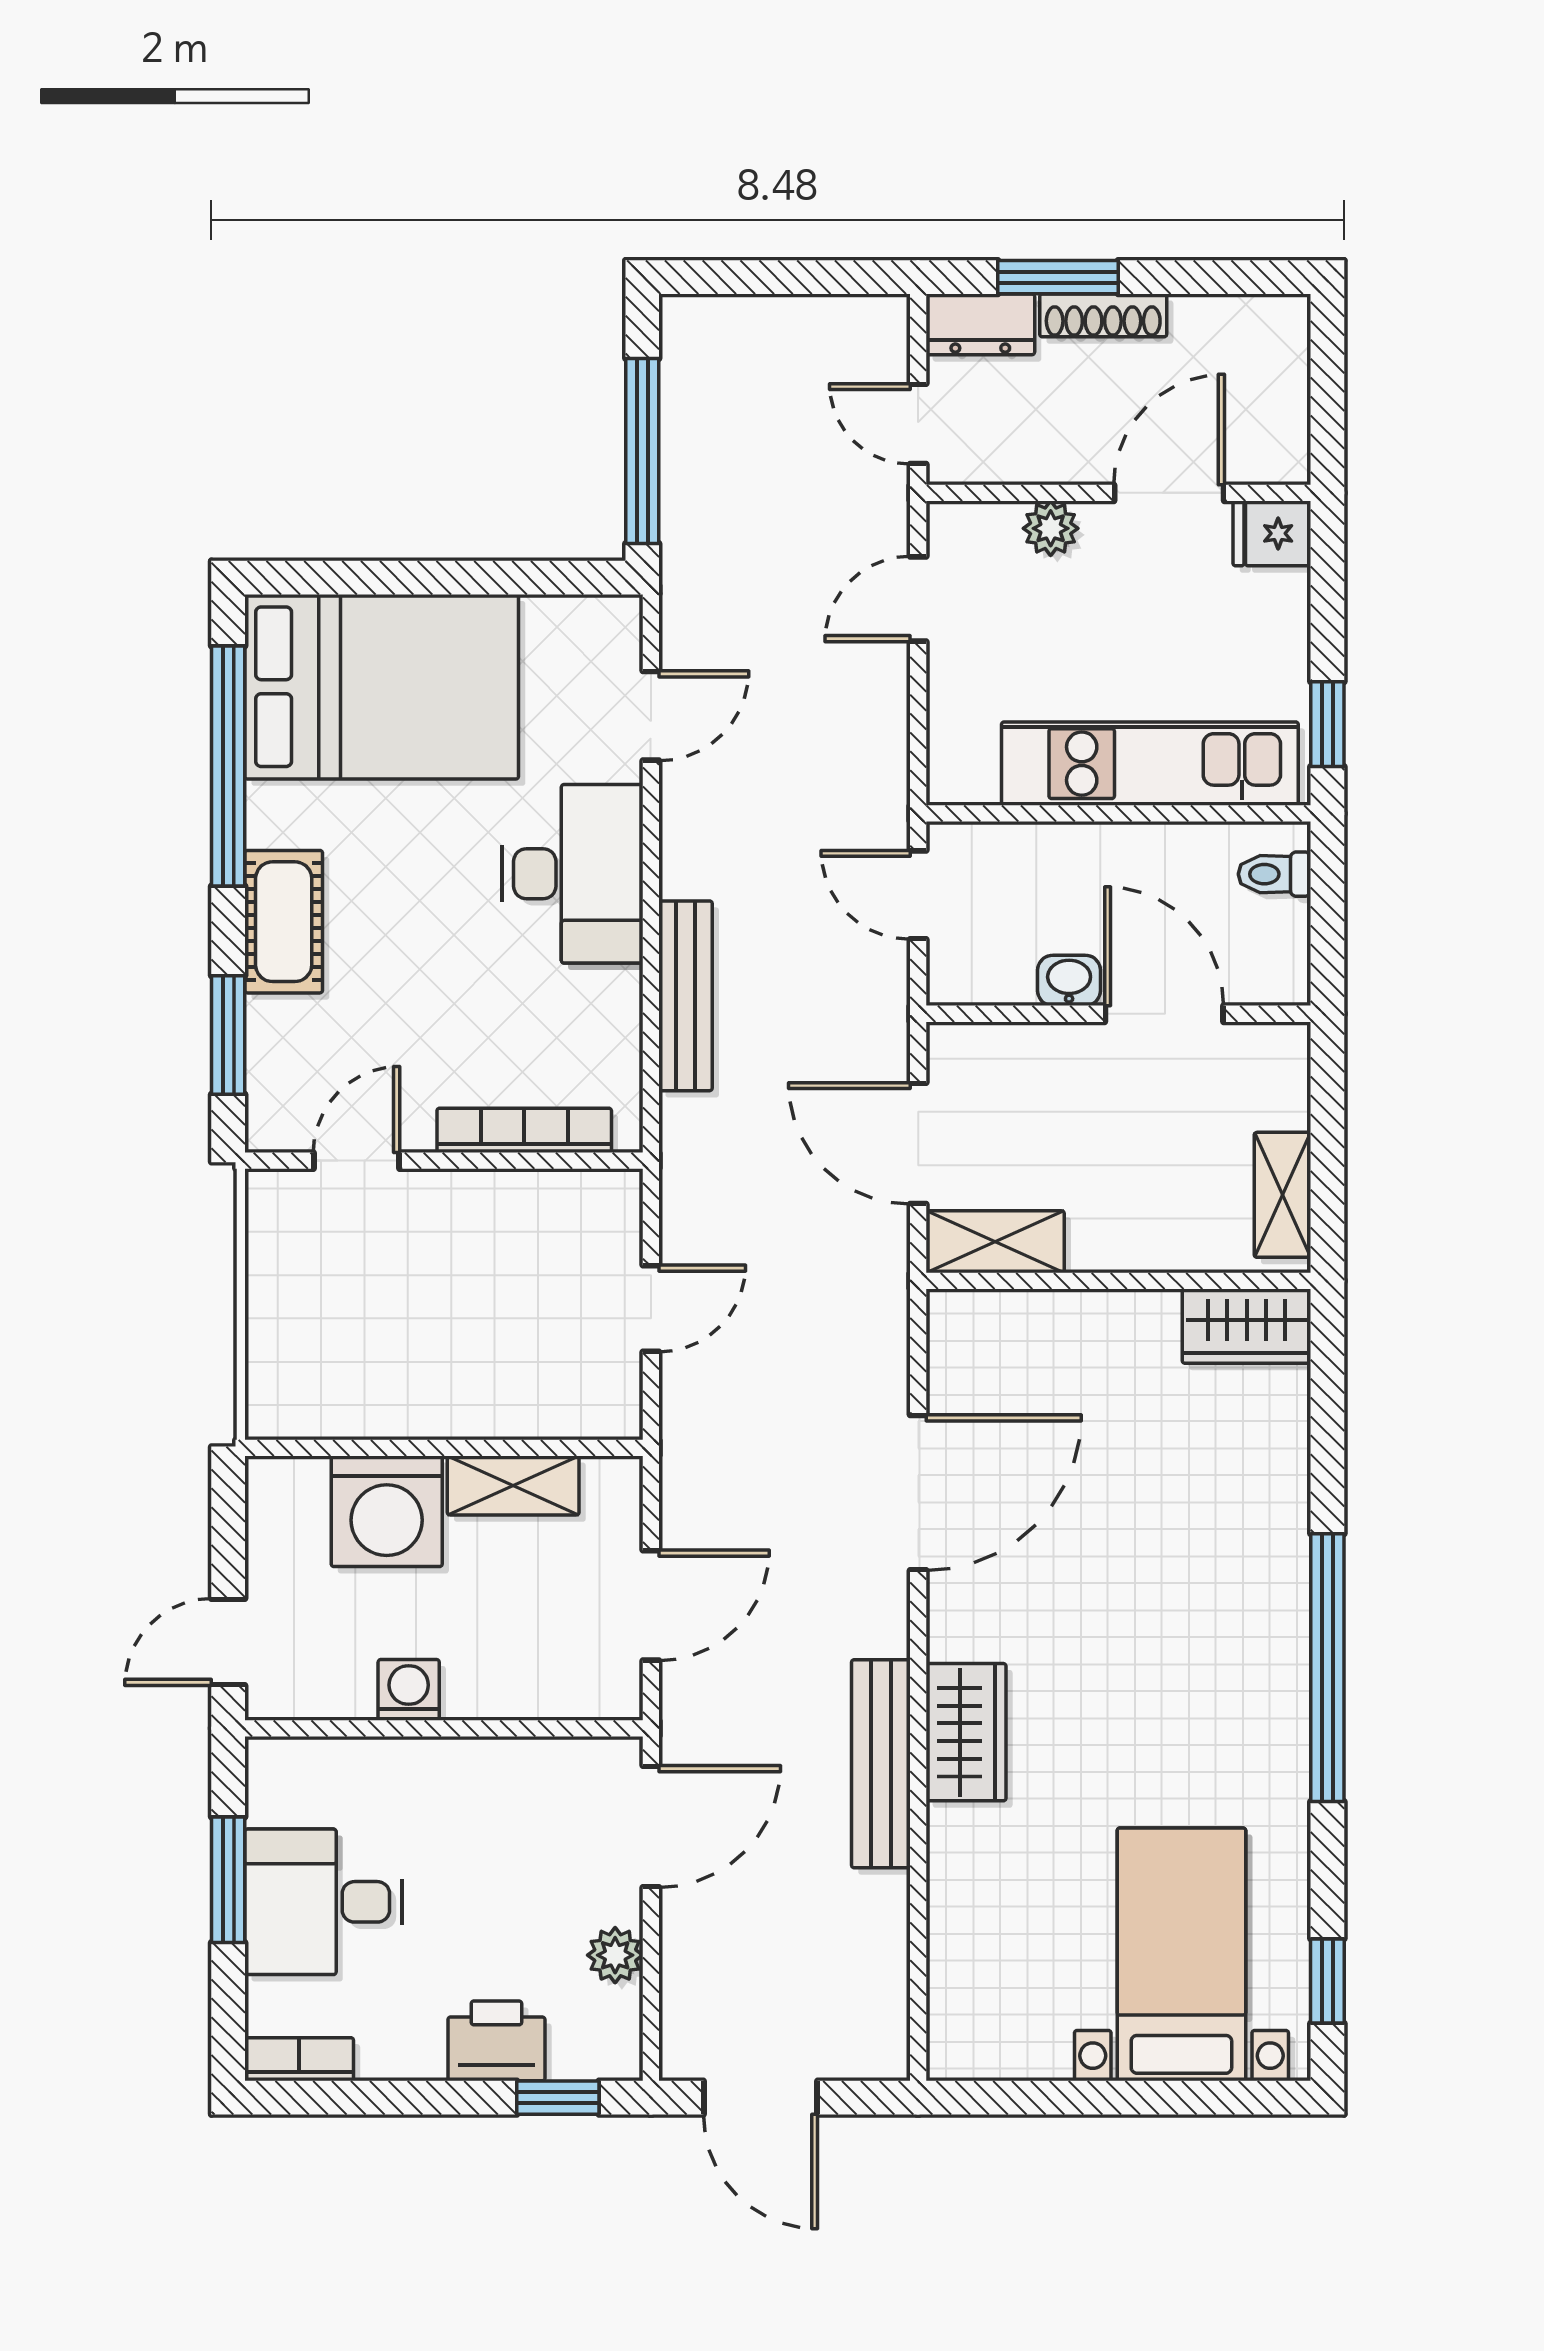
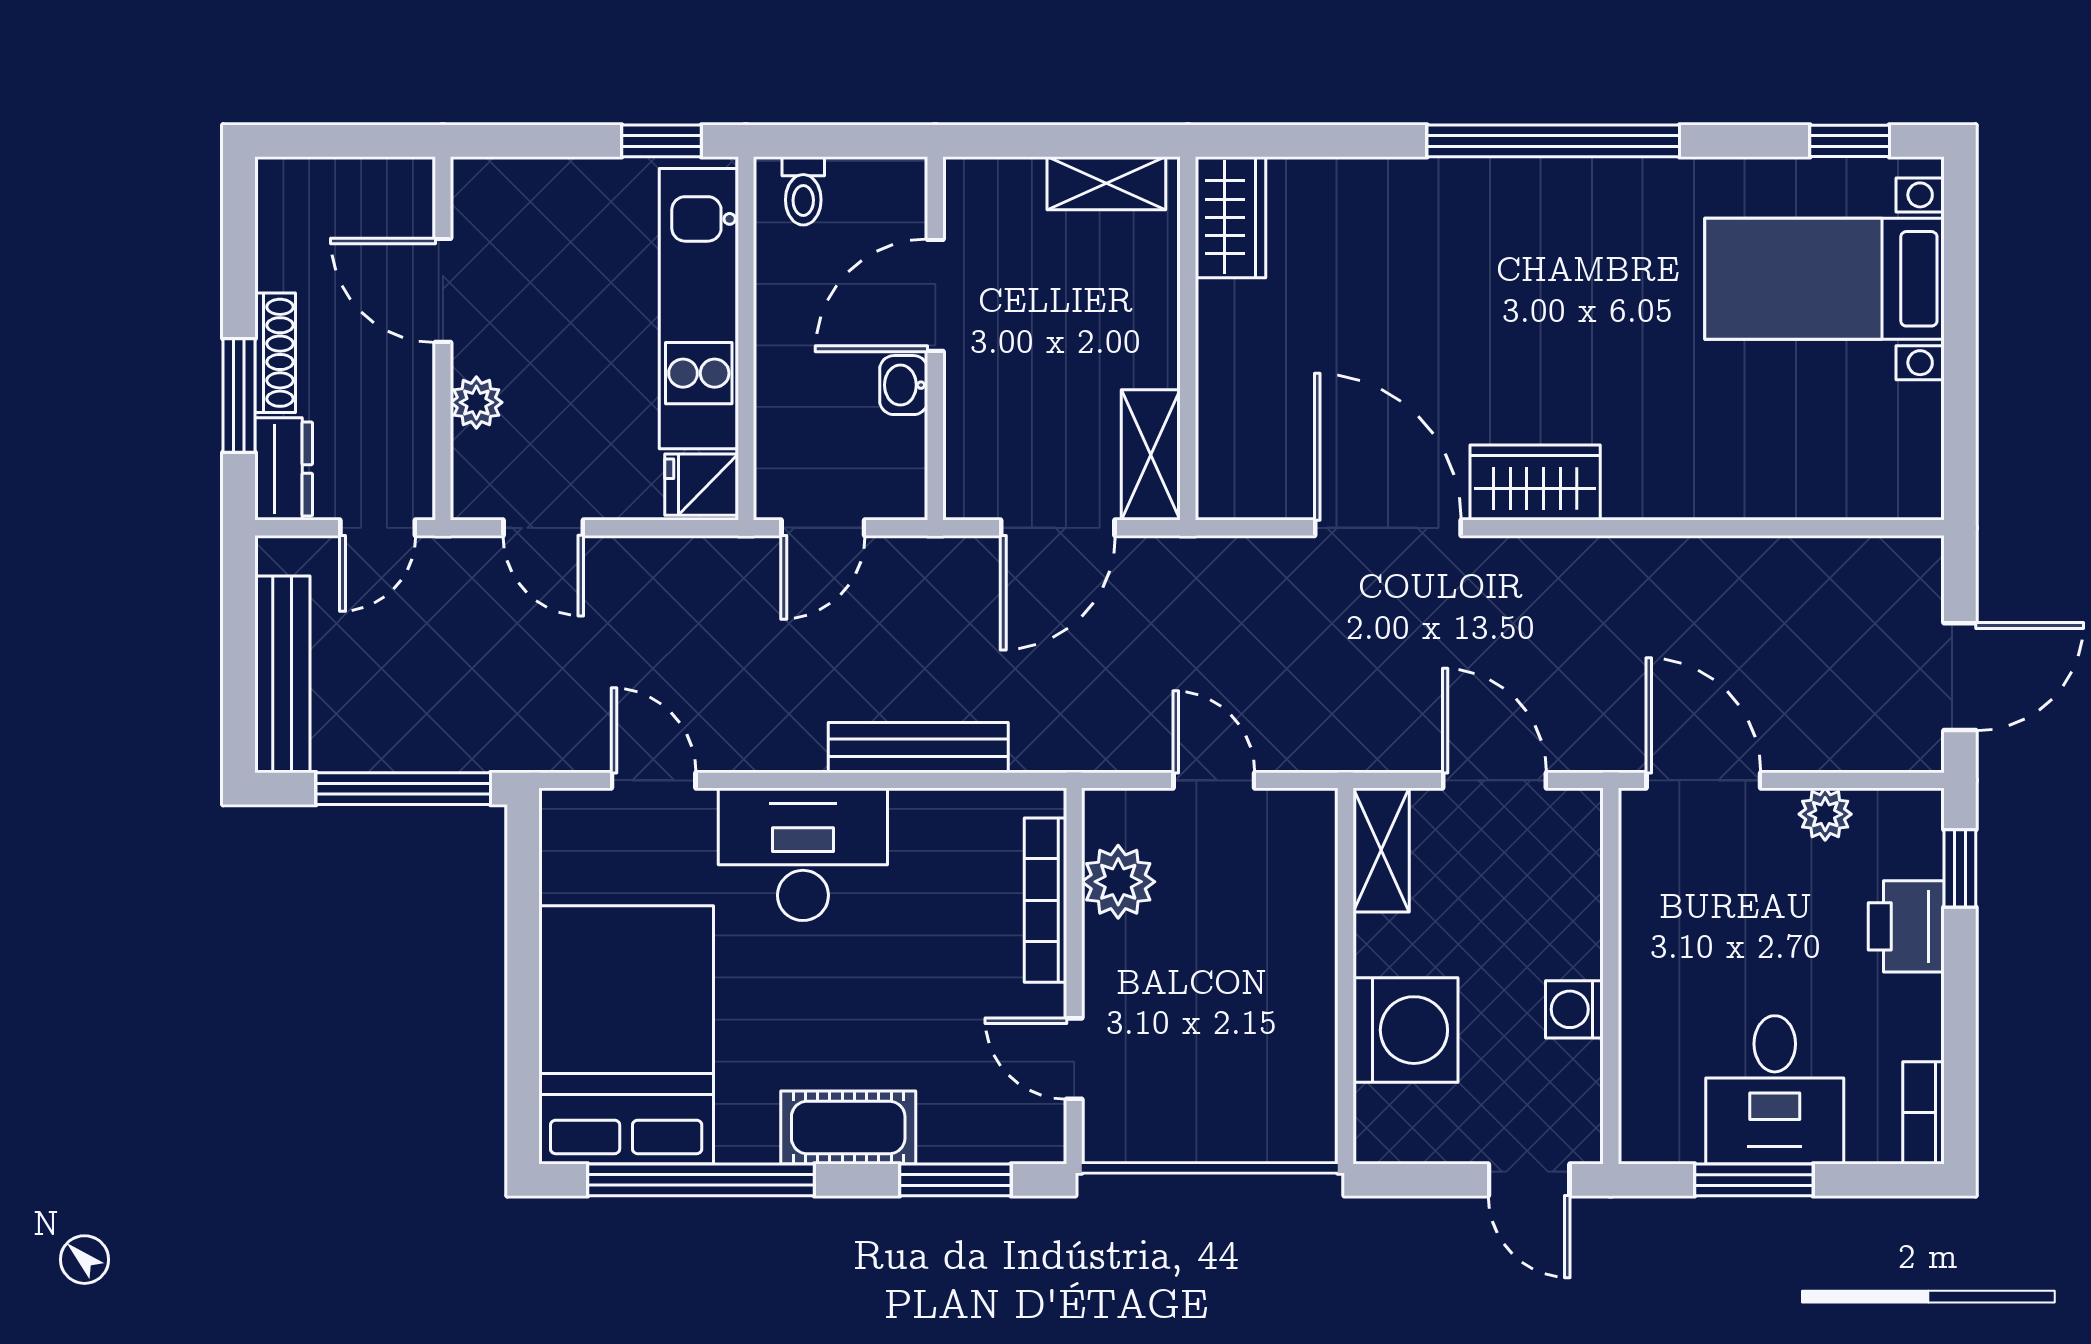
fridge: (1272, 533) -> (702, 485), moved, turned 90
plant: (544, 1207) -> (1118, 882), added
shelving: (513, 1485) -> (1381, 850), moved
wardrobe: (966, 1732) -> (1535, 483), moved
bench: (881, 1764) -> (282, 674), moved, turned 90

